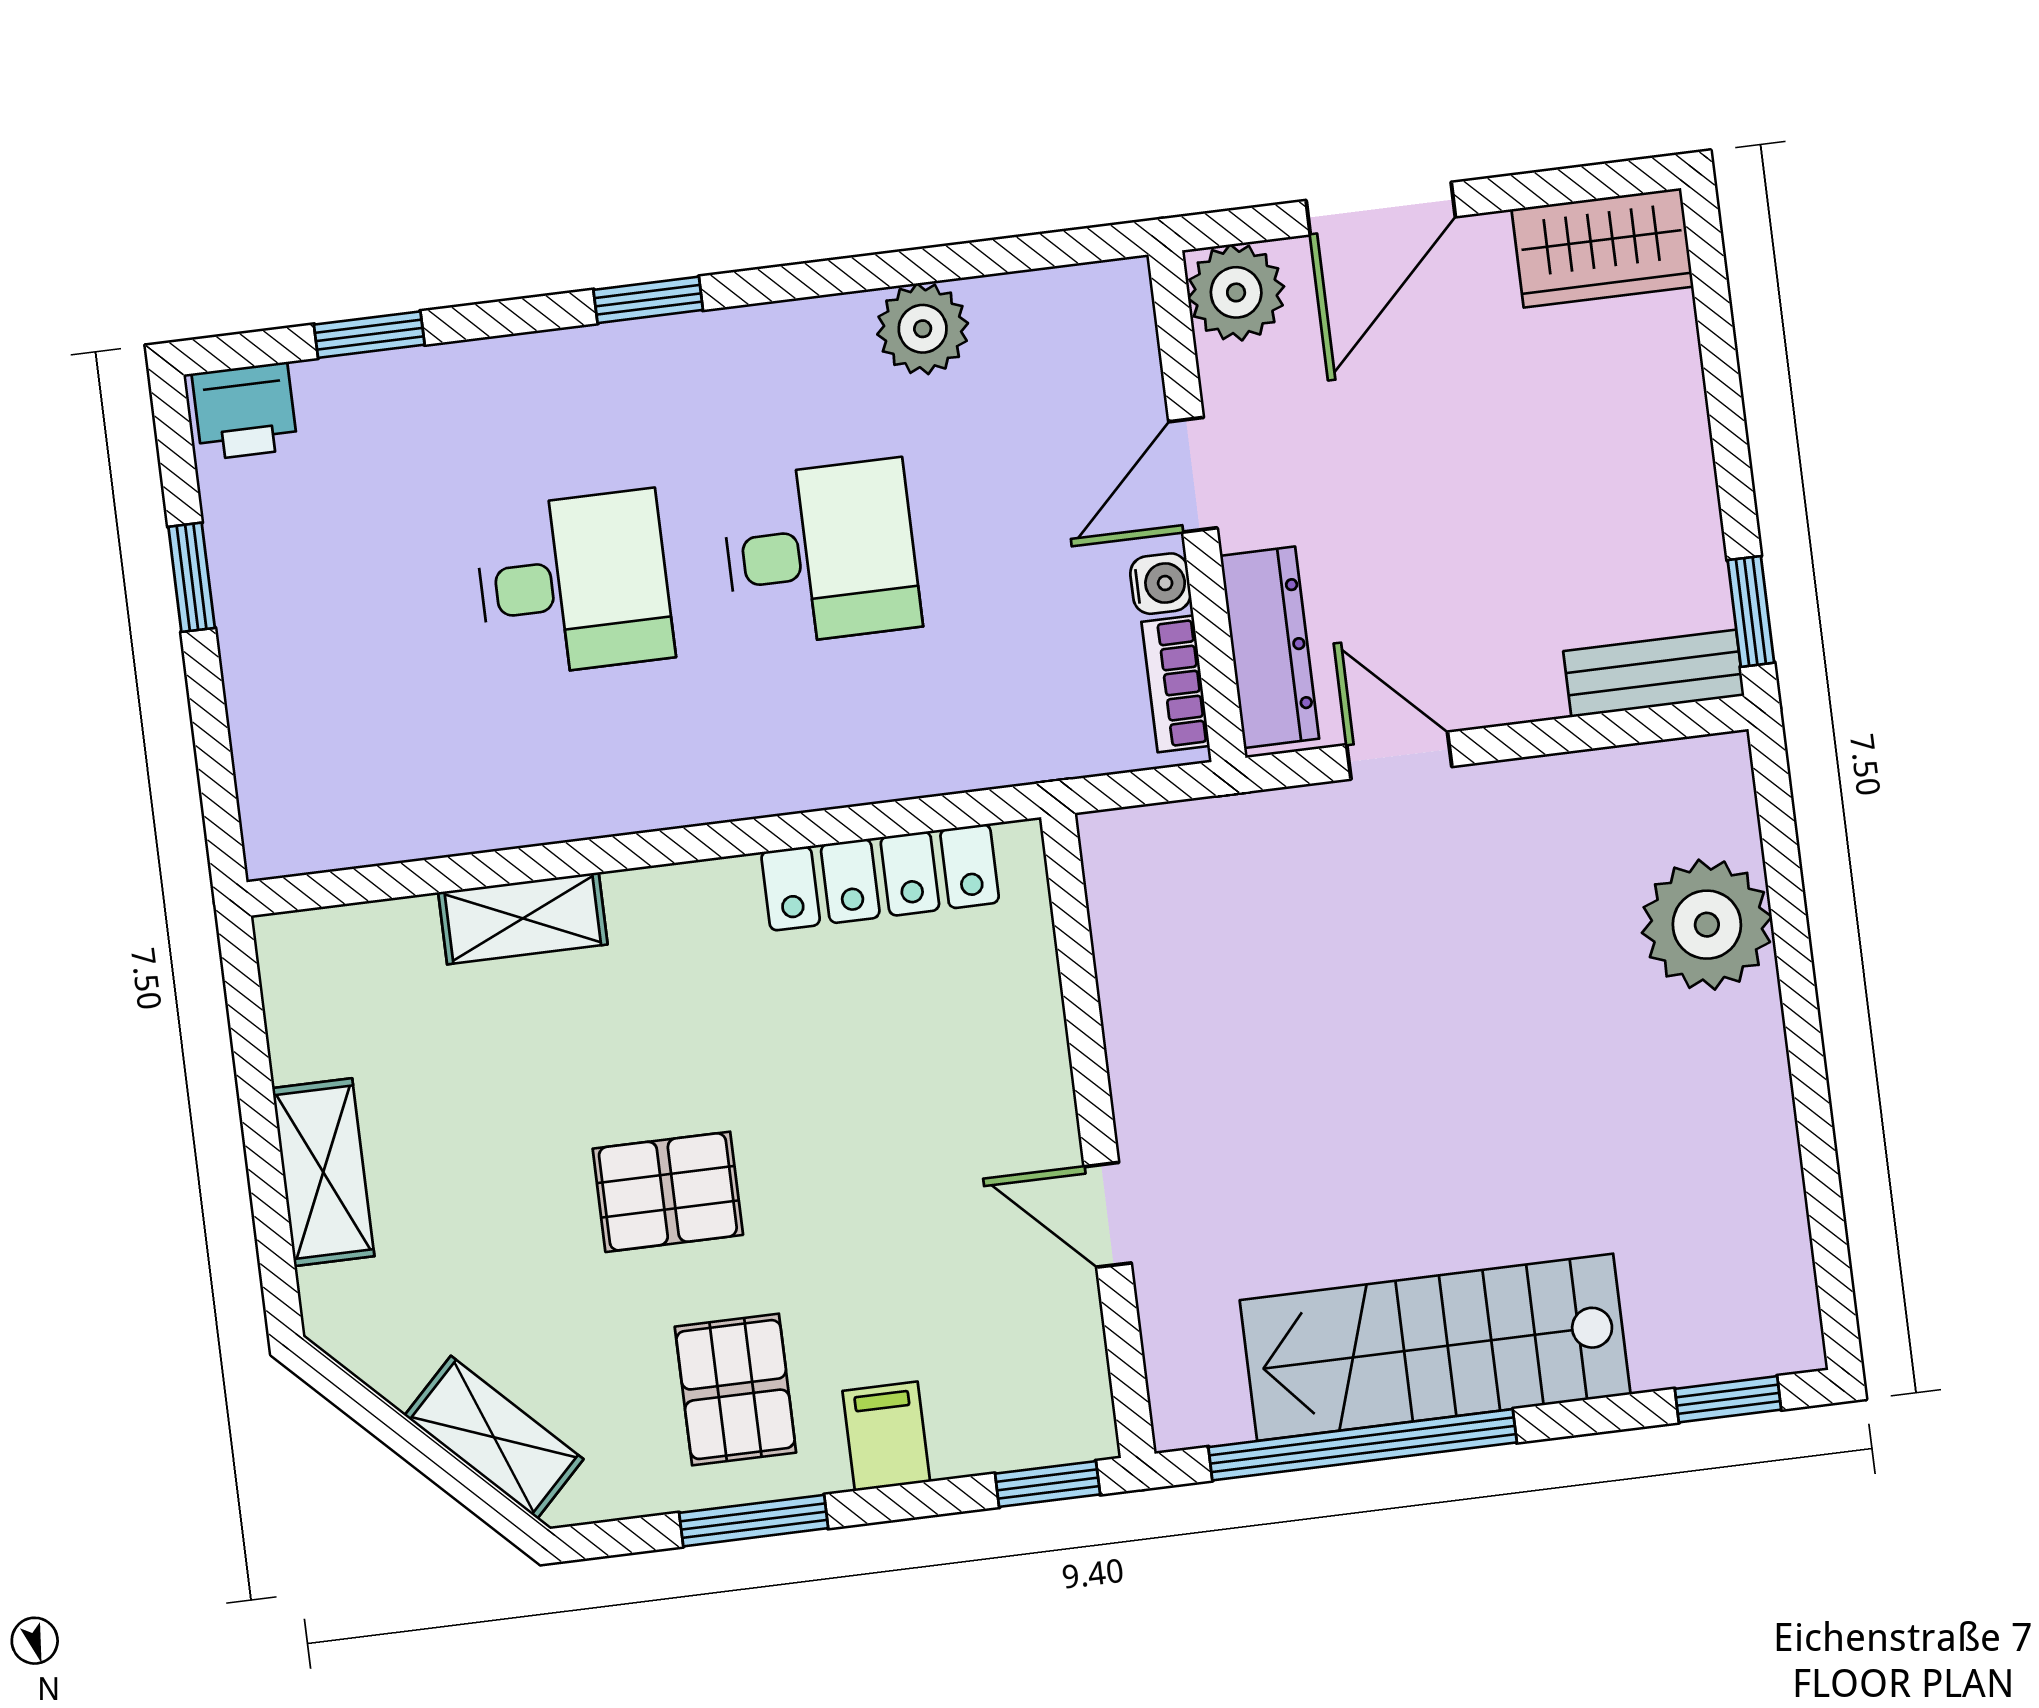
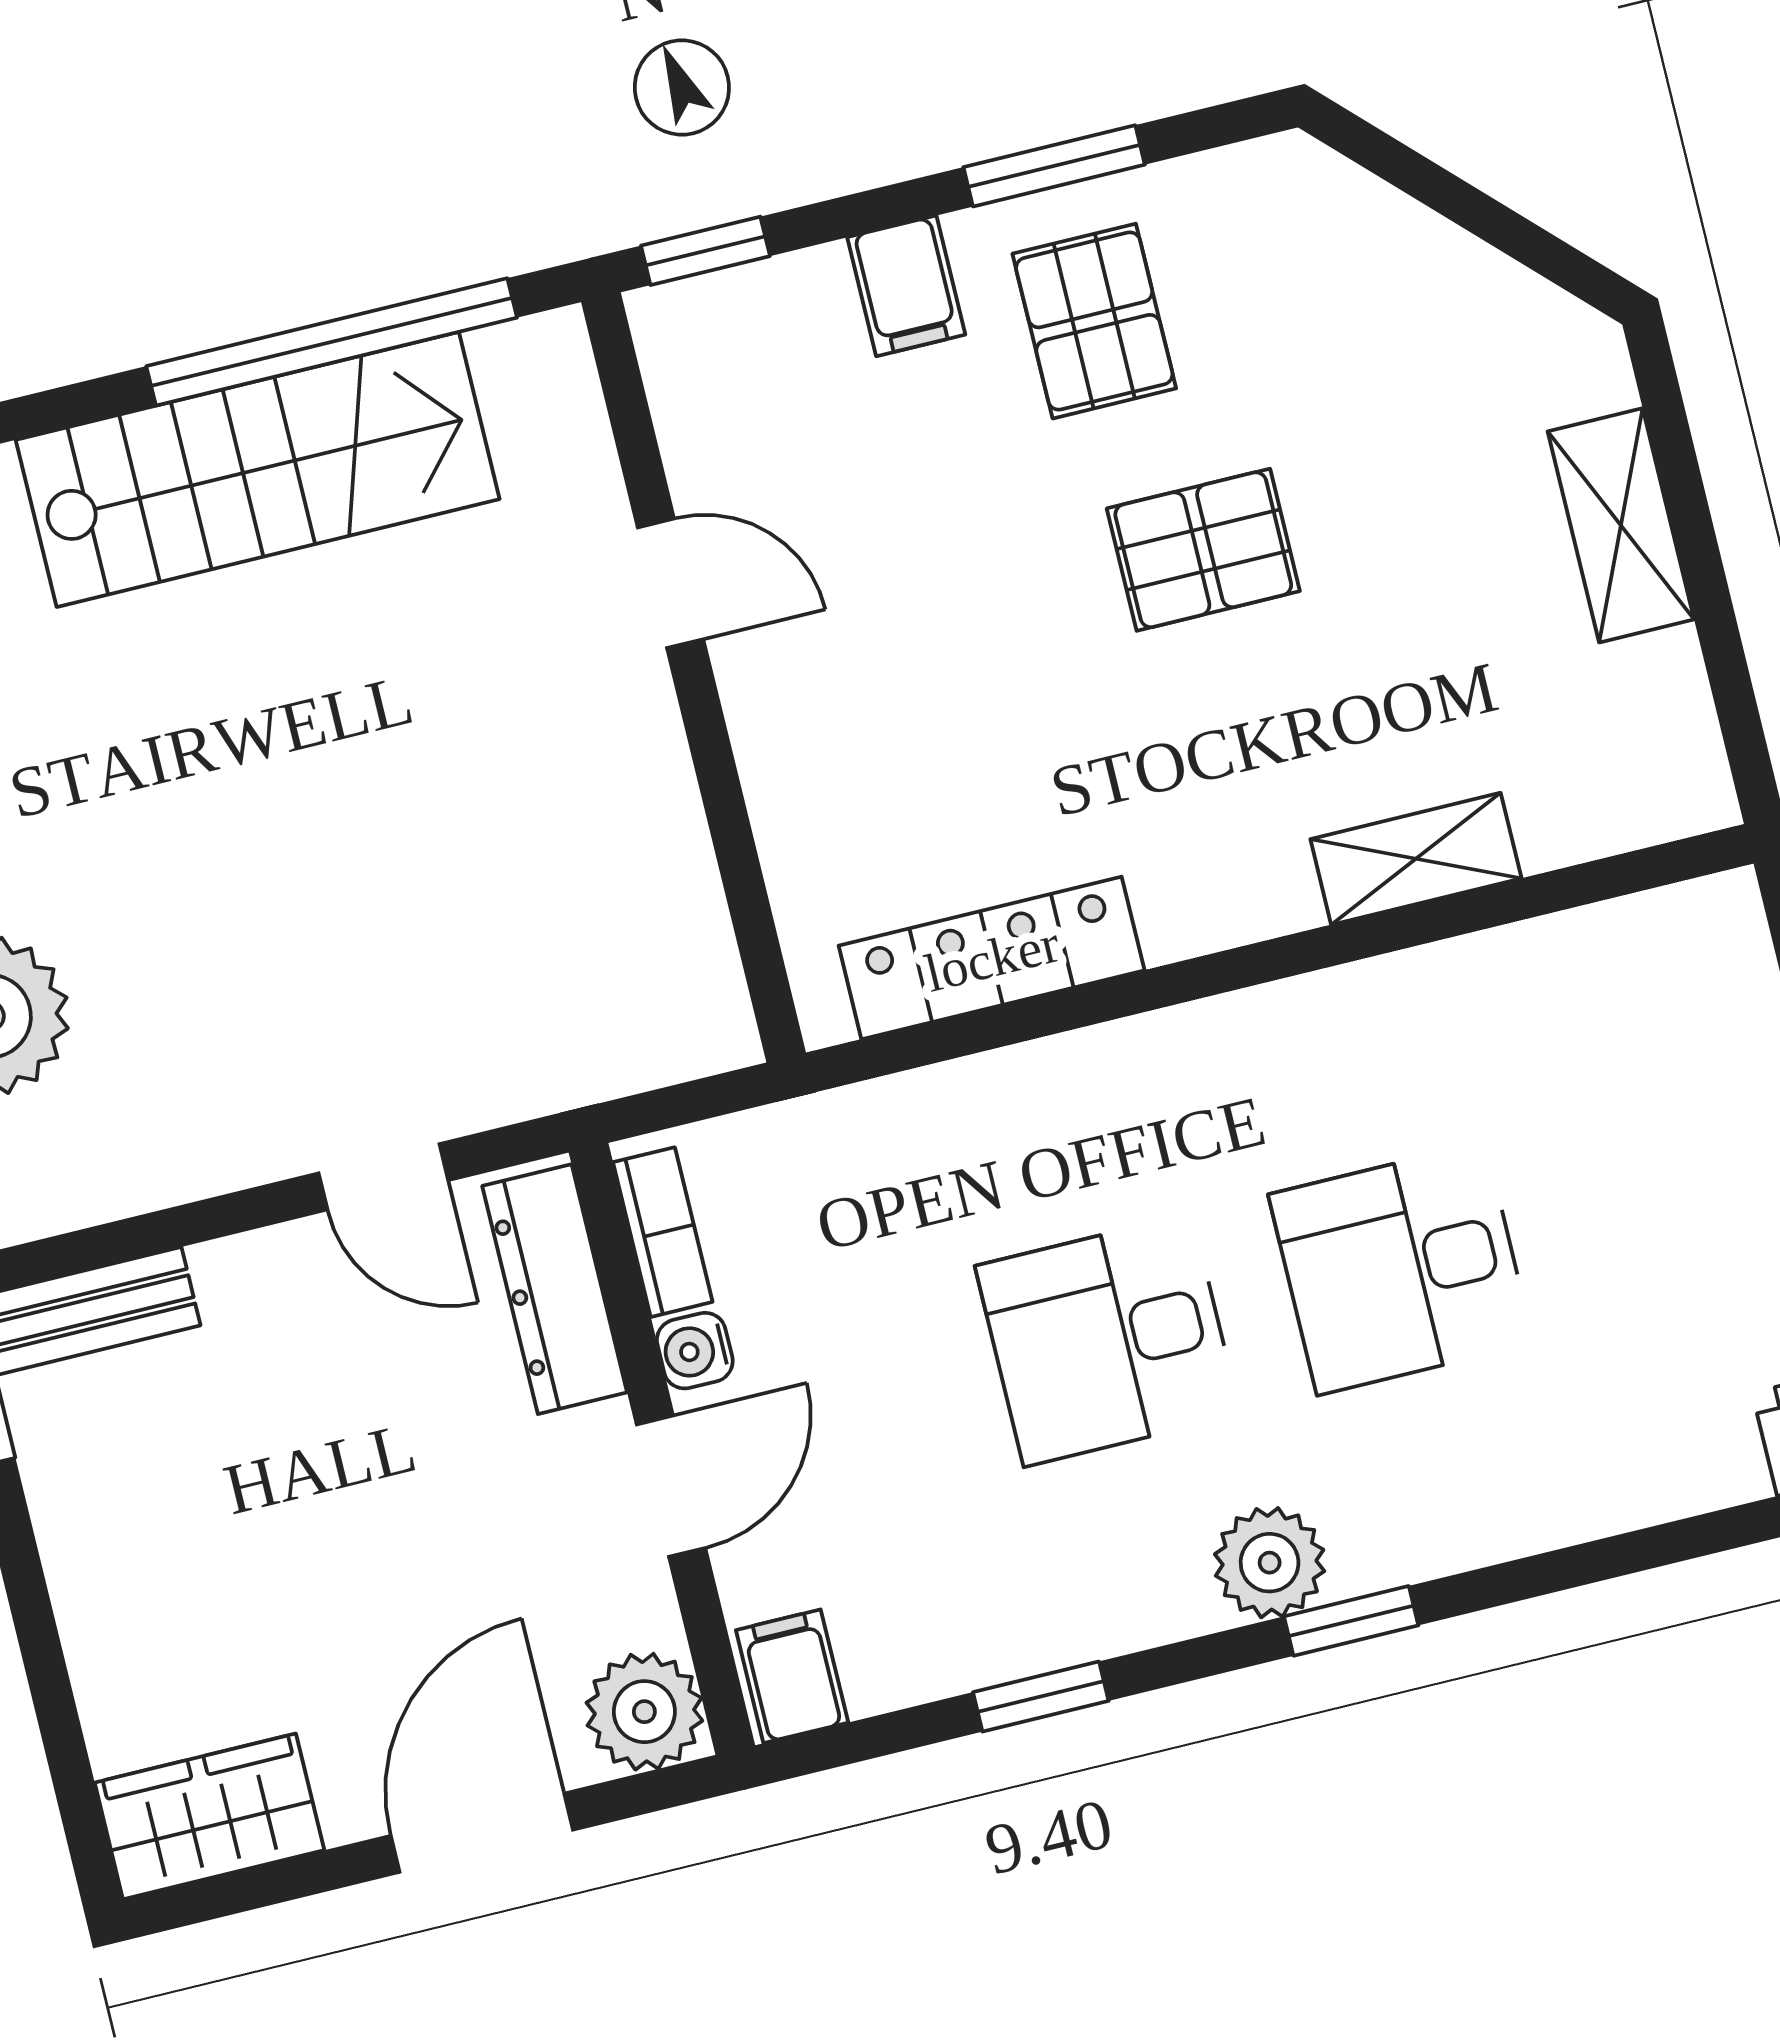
filing cabinet: (1112, 307) -> (792, 1676), added
plant: (923, 329) -> (1270, 1563), moved
window: (369, 335) -> (1041, 1697), moved
shelving: (494, 1437) -> (1378, 230), removed

